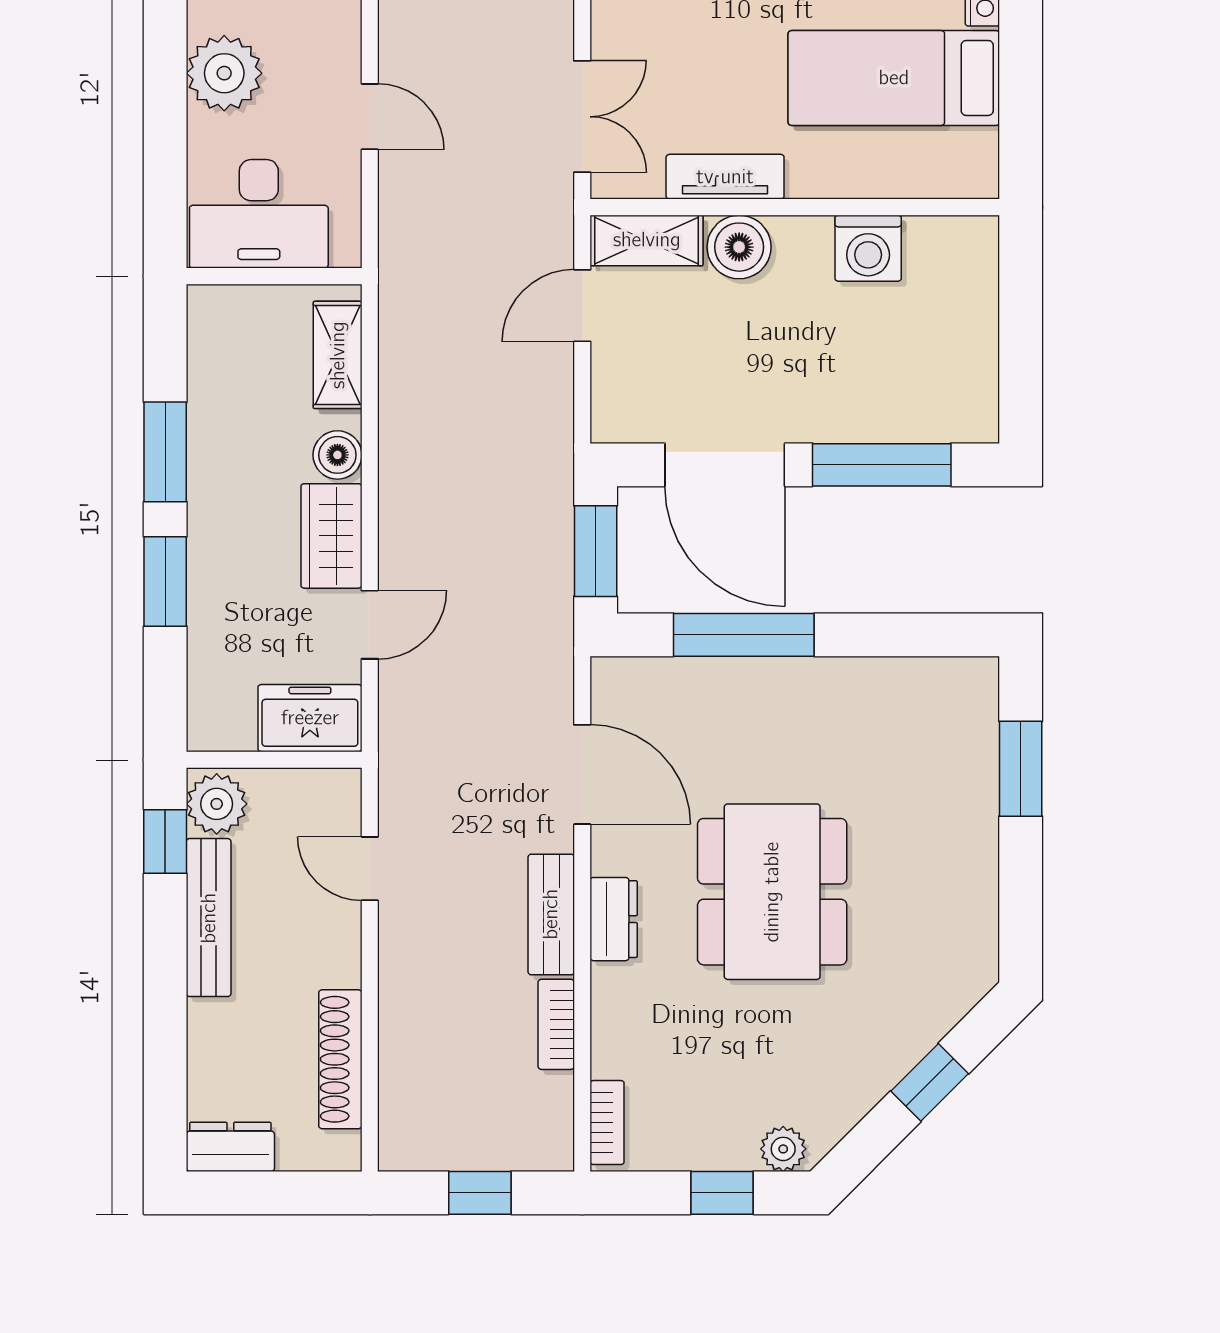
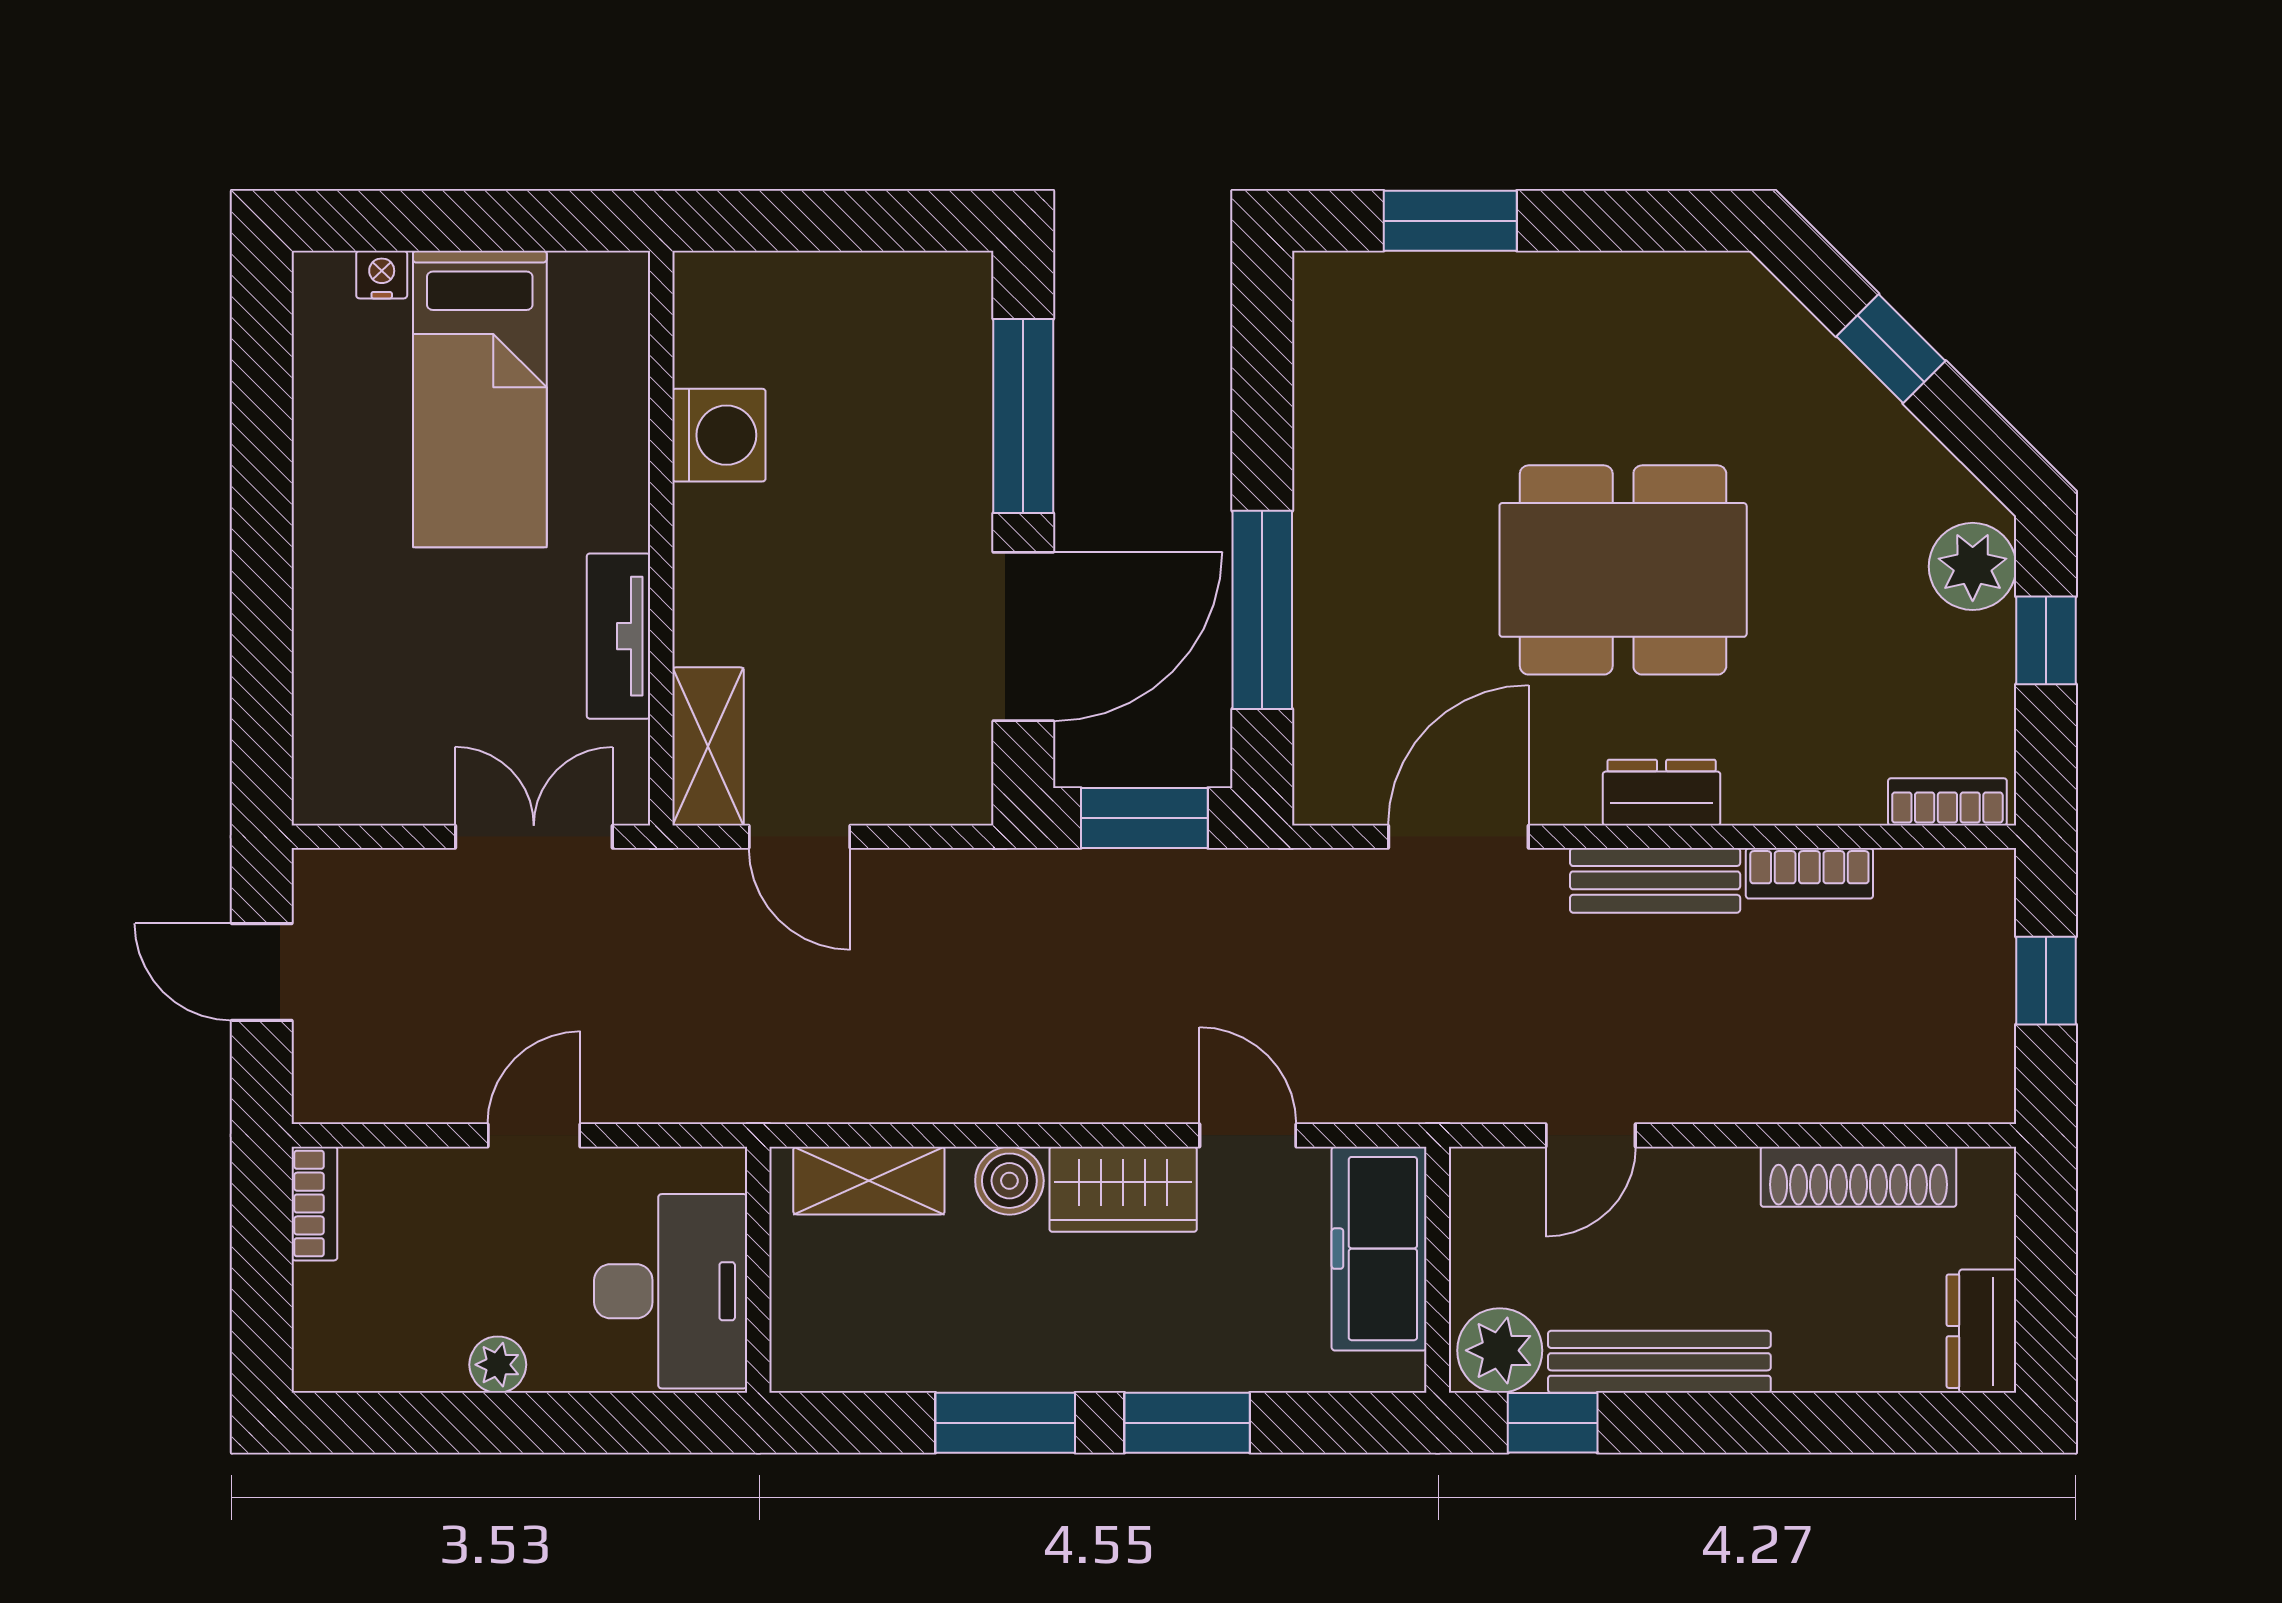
plant: (224, 73) -> (498, 1365), width x0.53, depth x0.53
boiler: (739, 247) -> (717, 616), removed
freezer: (310, 718) -> (1379, 1249), width x1.40
plant: (783, 1149) -> (1973, 566), width x1.38, depth x1.38

